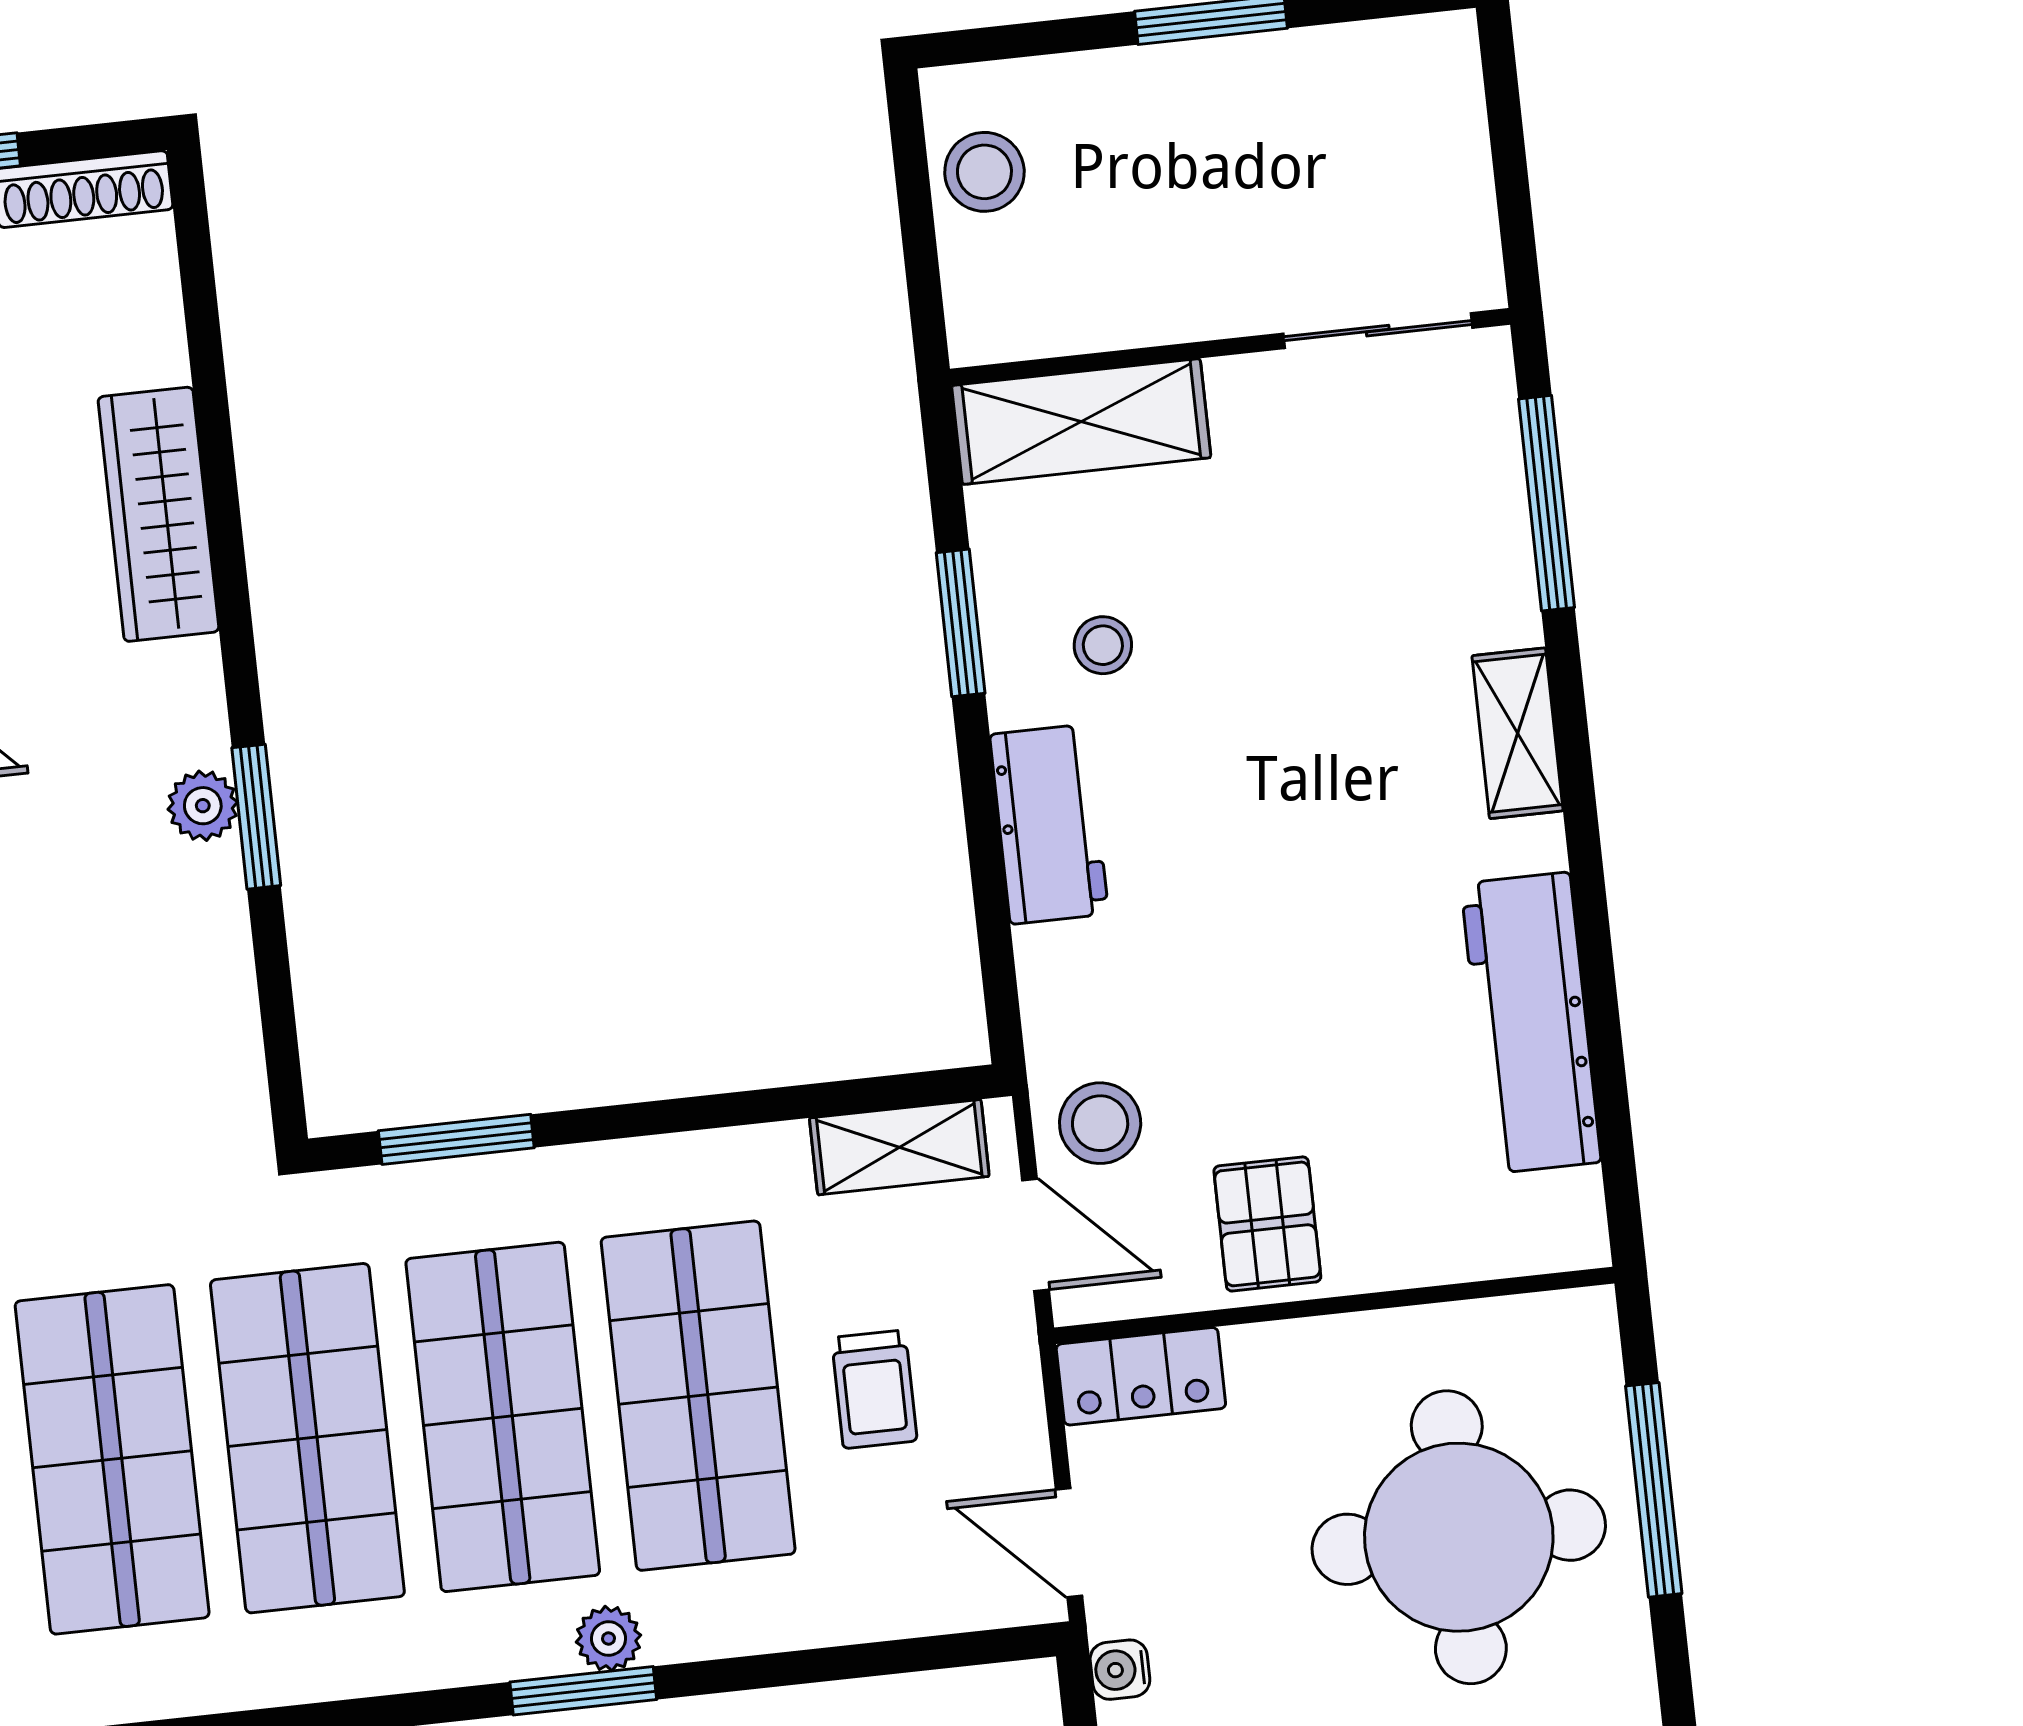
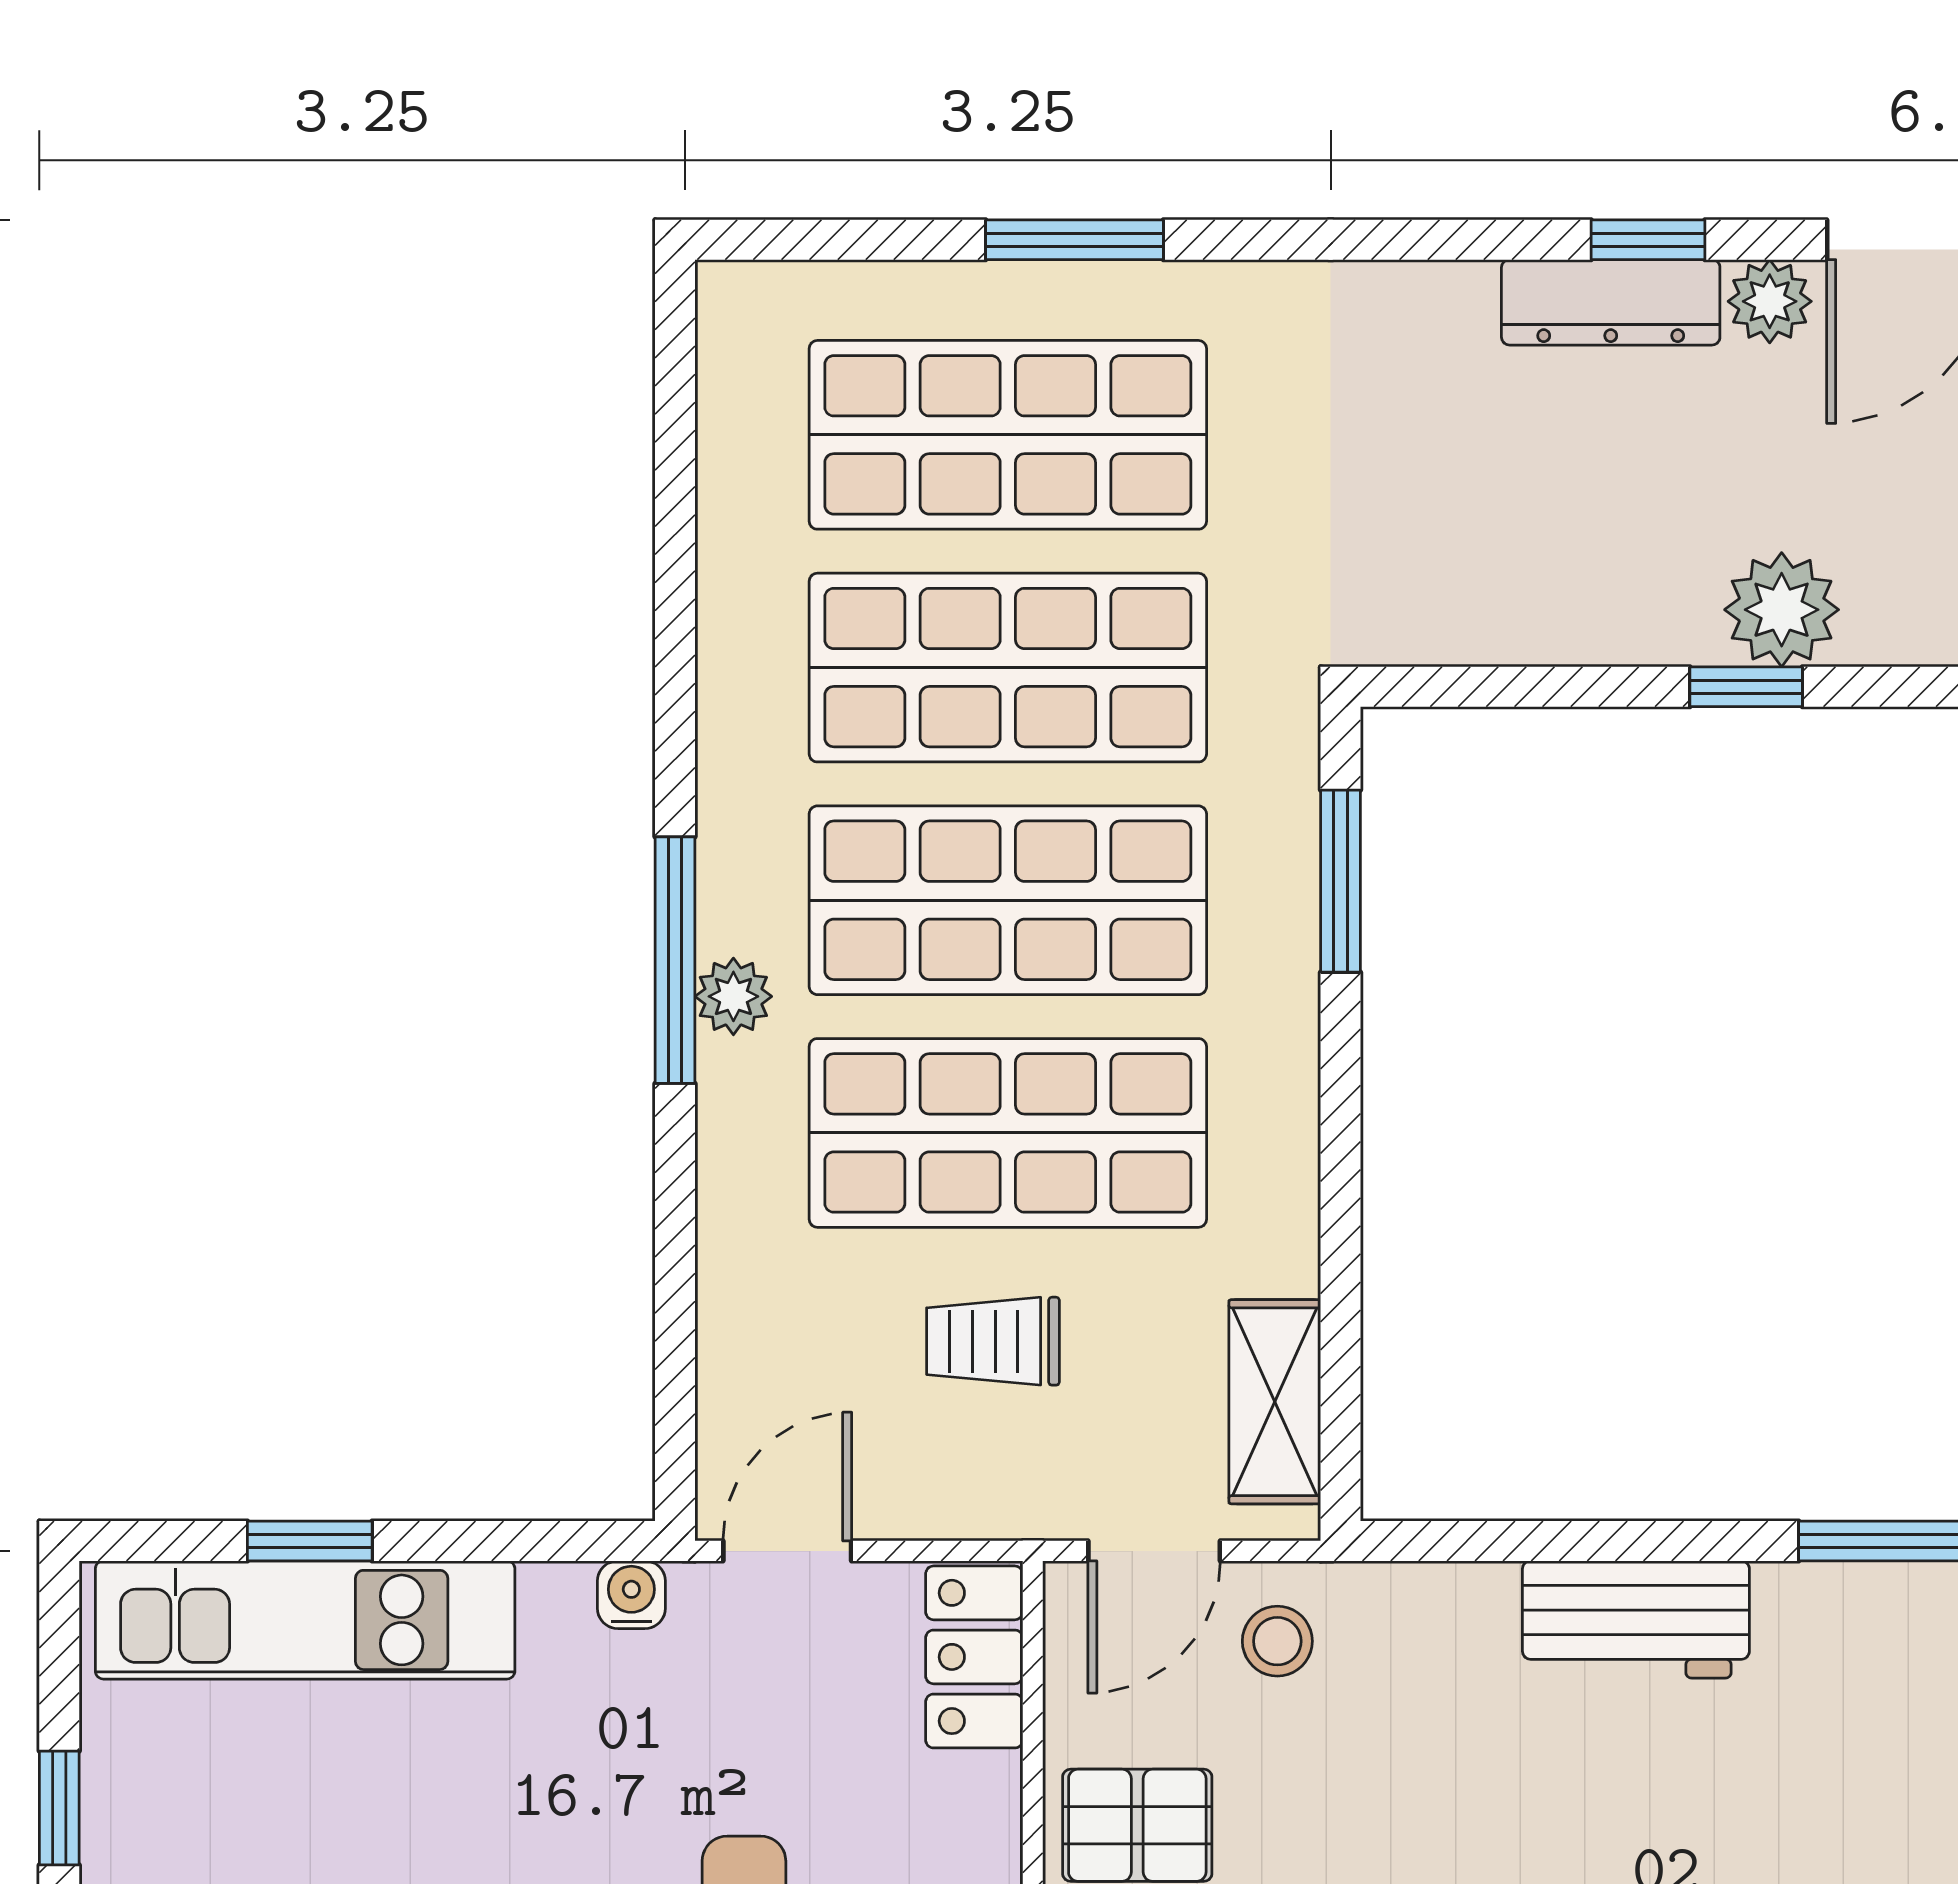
stool: (1103, 645) -> (1840, 1706), removed
plant: (203, 806) -> (1782, 610), width x1.38, depth x1.38
window: (256, 817) -> (1746, 687), width x0.67
stool: (1100, 1123) -> (1277, 1641), width x0.73, depth x0.73
window: (583, 1691) -> (675, 960), width x1.44

